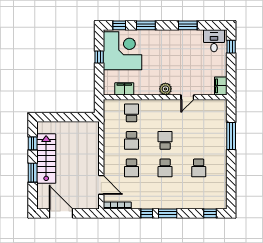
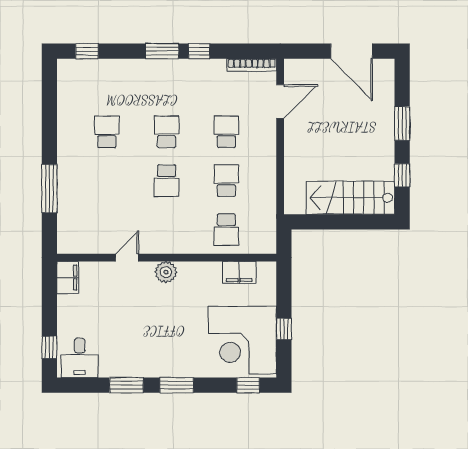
window: (146, 25) -> (177, 385), moved
stairs: (46, 159) -> (351, 198), moved, turned 90
door: (101, 185) -> (280, 102), swing flipped

